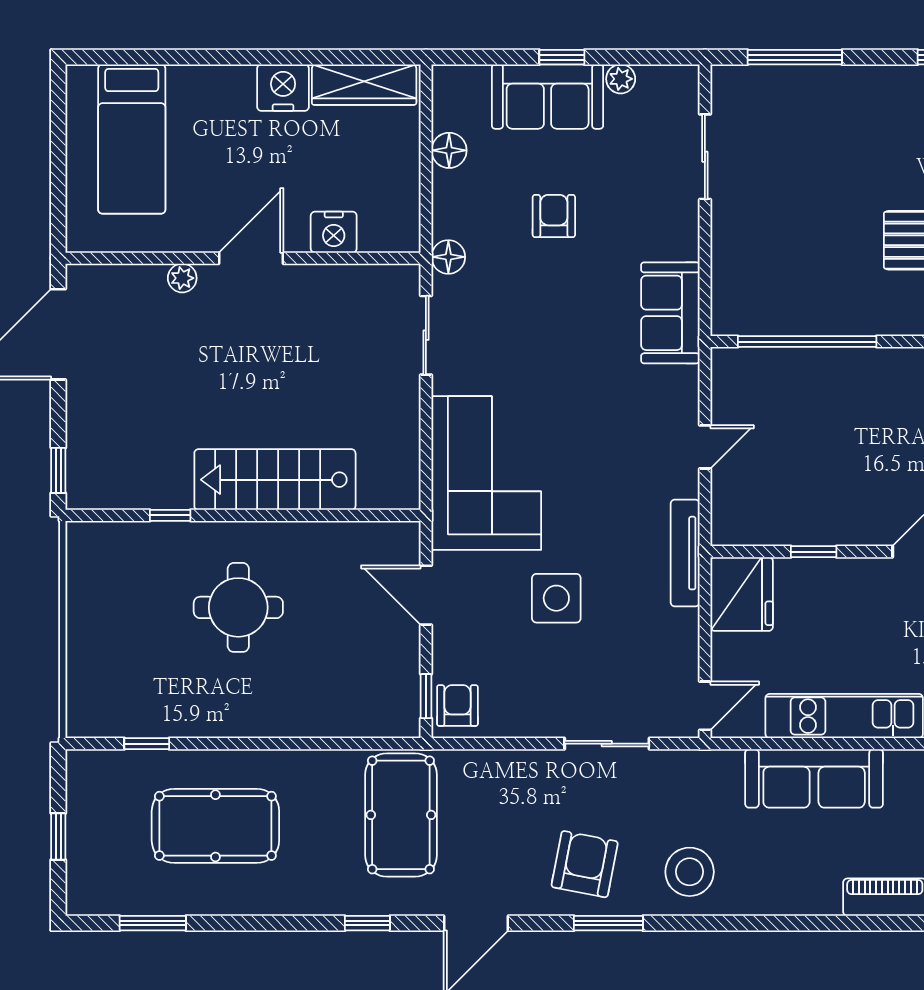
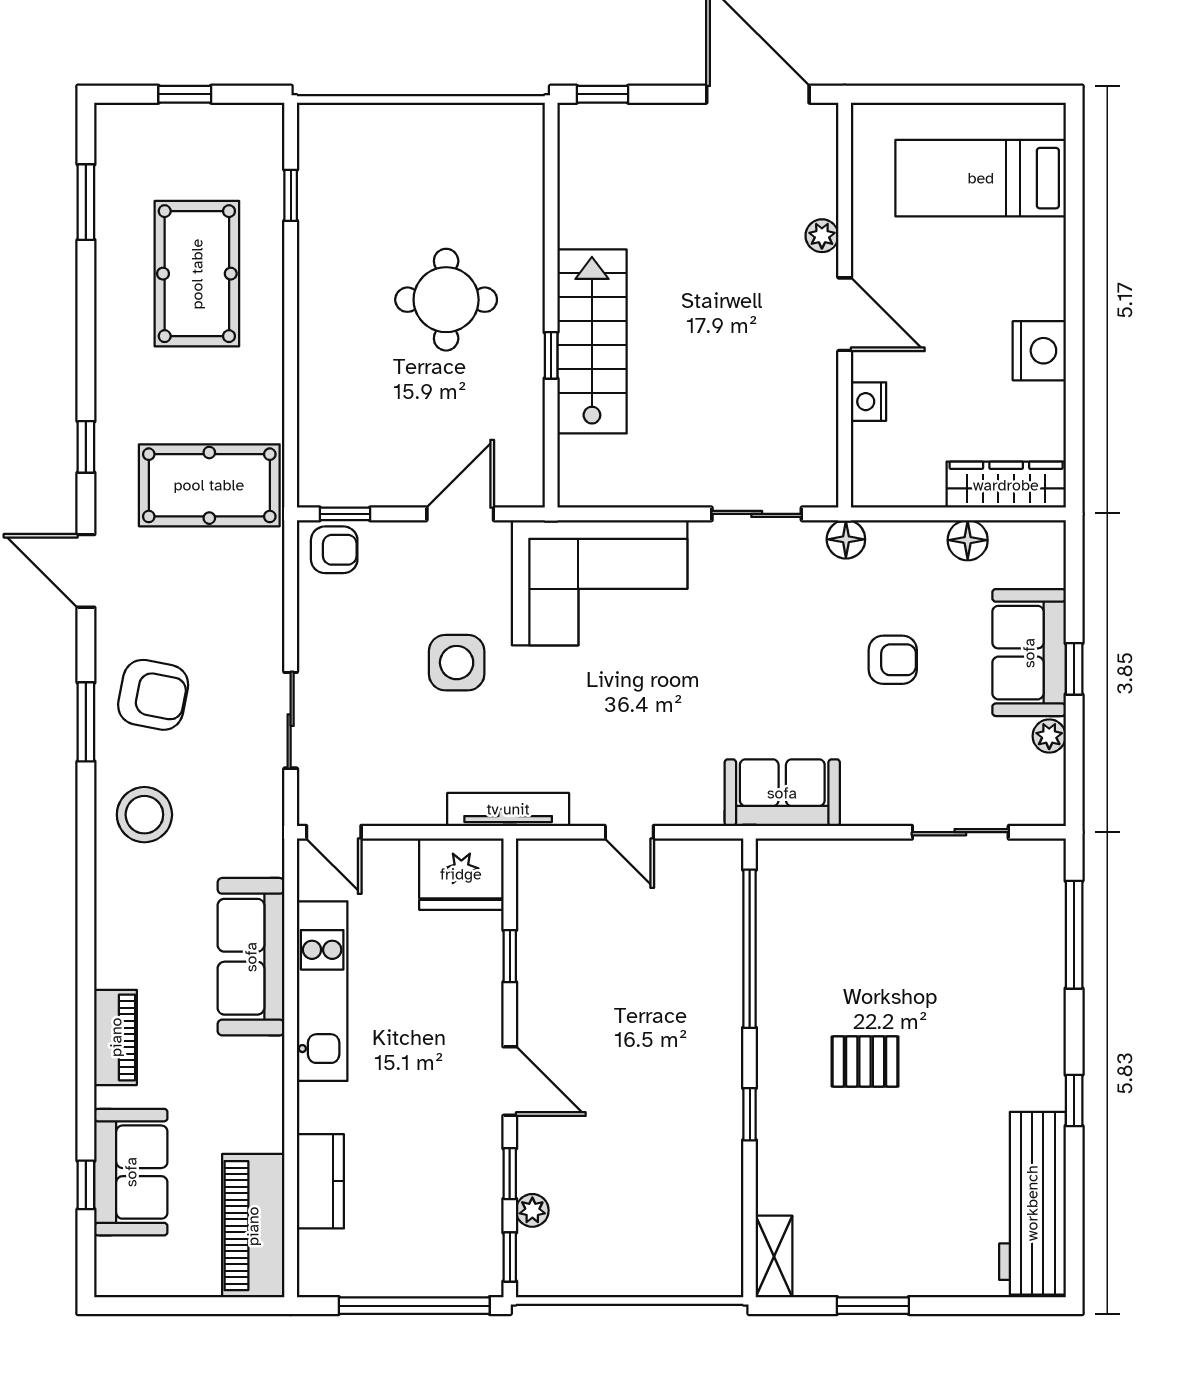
wardrobe: (364, 85) -> (1006, 485), moved, turned 90
nightstand: (334, 232) -> (869, 402), width x0.74, depth x0.75
window: (170, 515) -> (551, 355), moved

